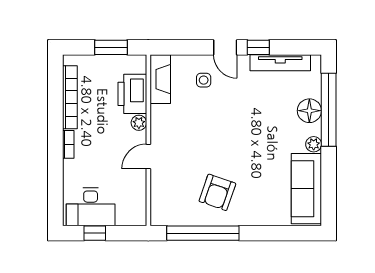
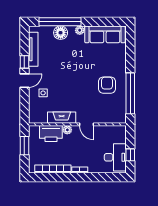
fireplace: (160, 79) -> (62, 118), moved
armchair: (217, 192) -> (107, 85), turned -109

